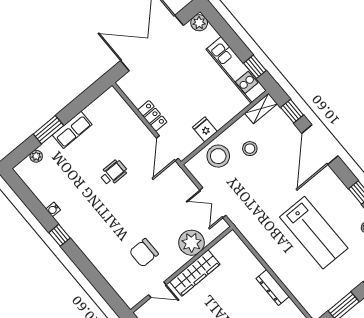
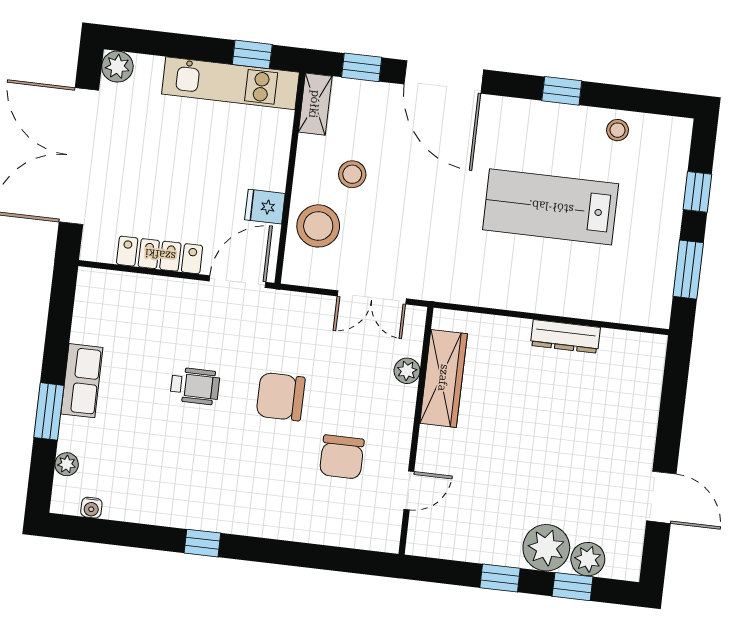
locker: (152, 116) -> (160, 255), width x1.53
door: (167, 148) -> (238, 282), swing flipped
wheelchair: (113, 173) -> (195, 386), turned 90
chair: (142, 208) -> (281, 397), added
water cooler: (53, 209) -> (91, 508), moved
lab bench: (314, 233) -> (551, 207), turned 180
plant: (191, 243) -> (407, 371), width x0.53, depth x0.53
wardrobe: (195, 273) -> (444, 378), moved

